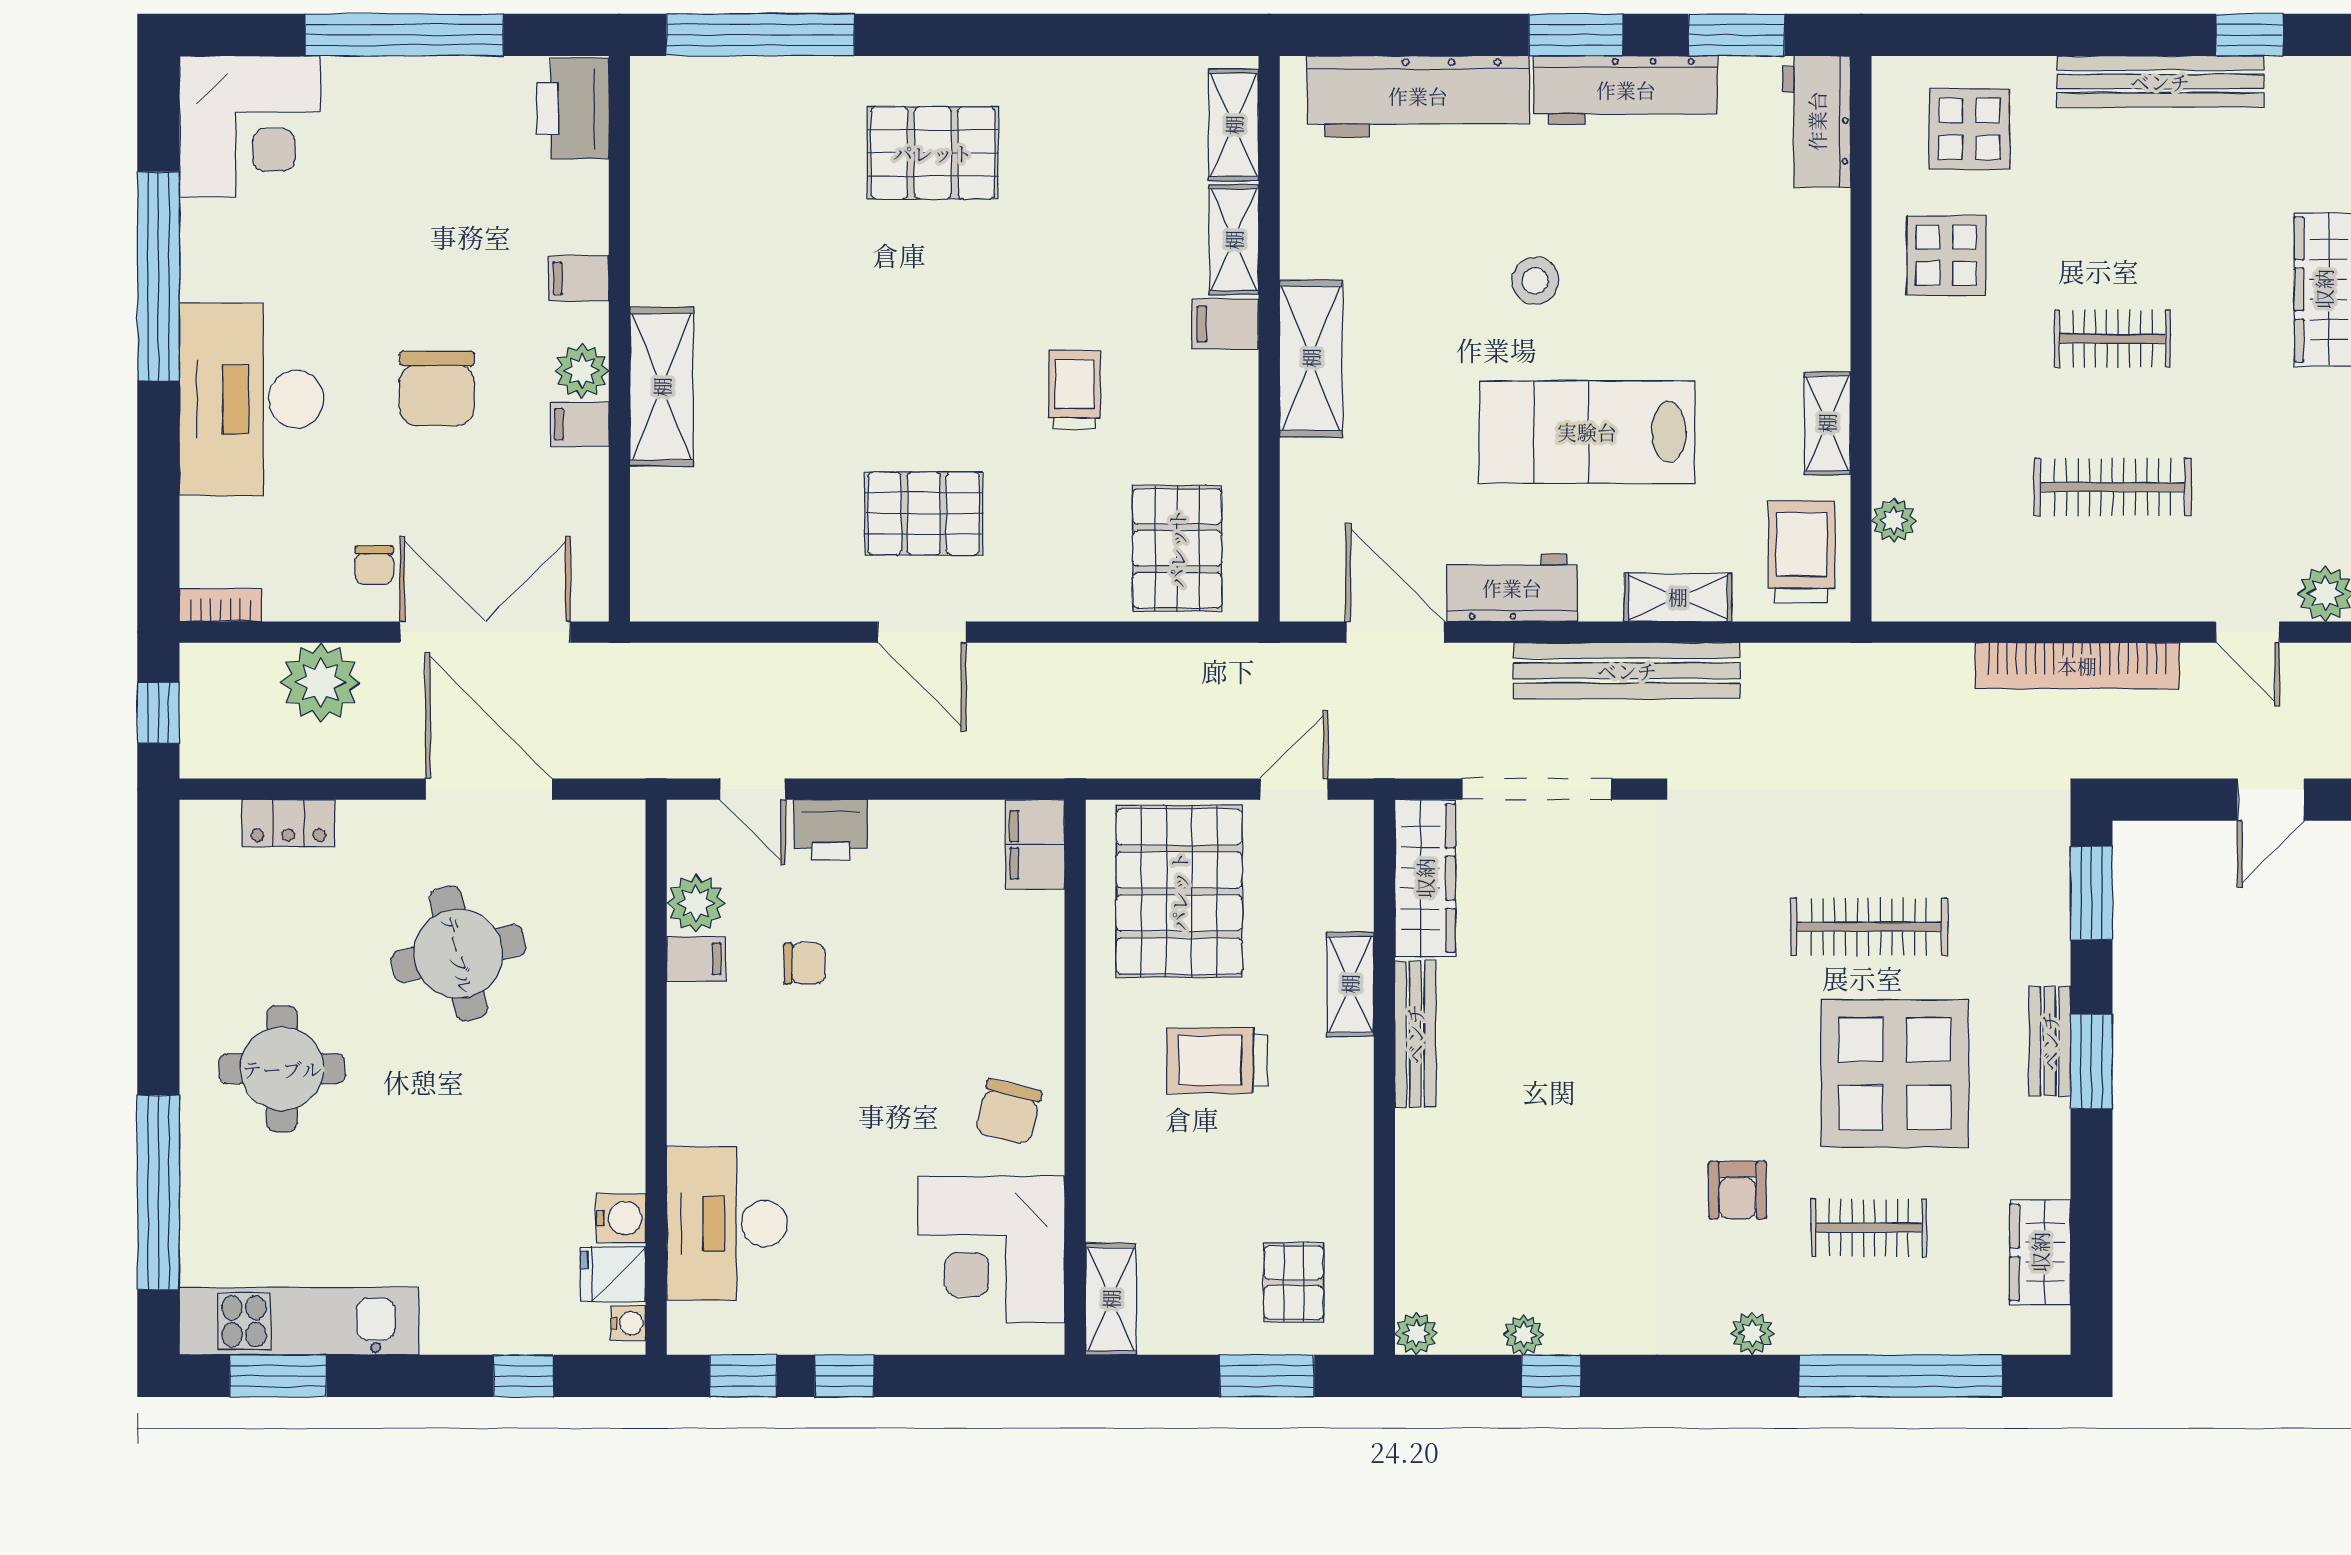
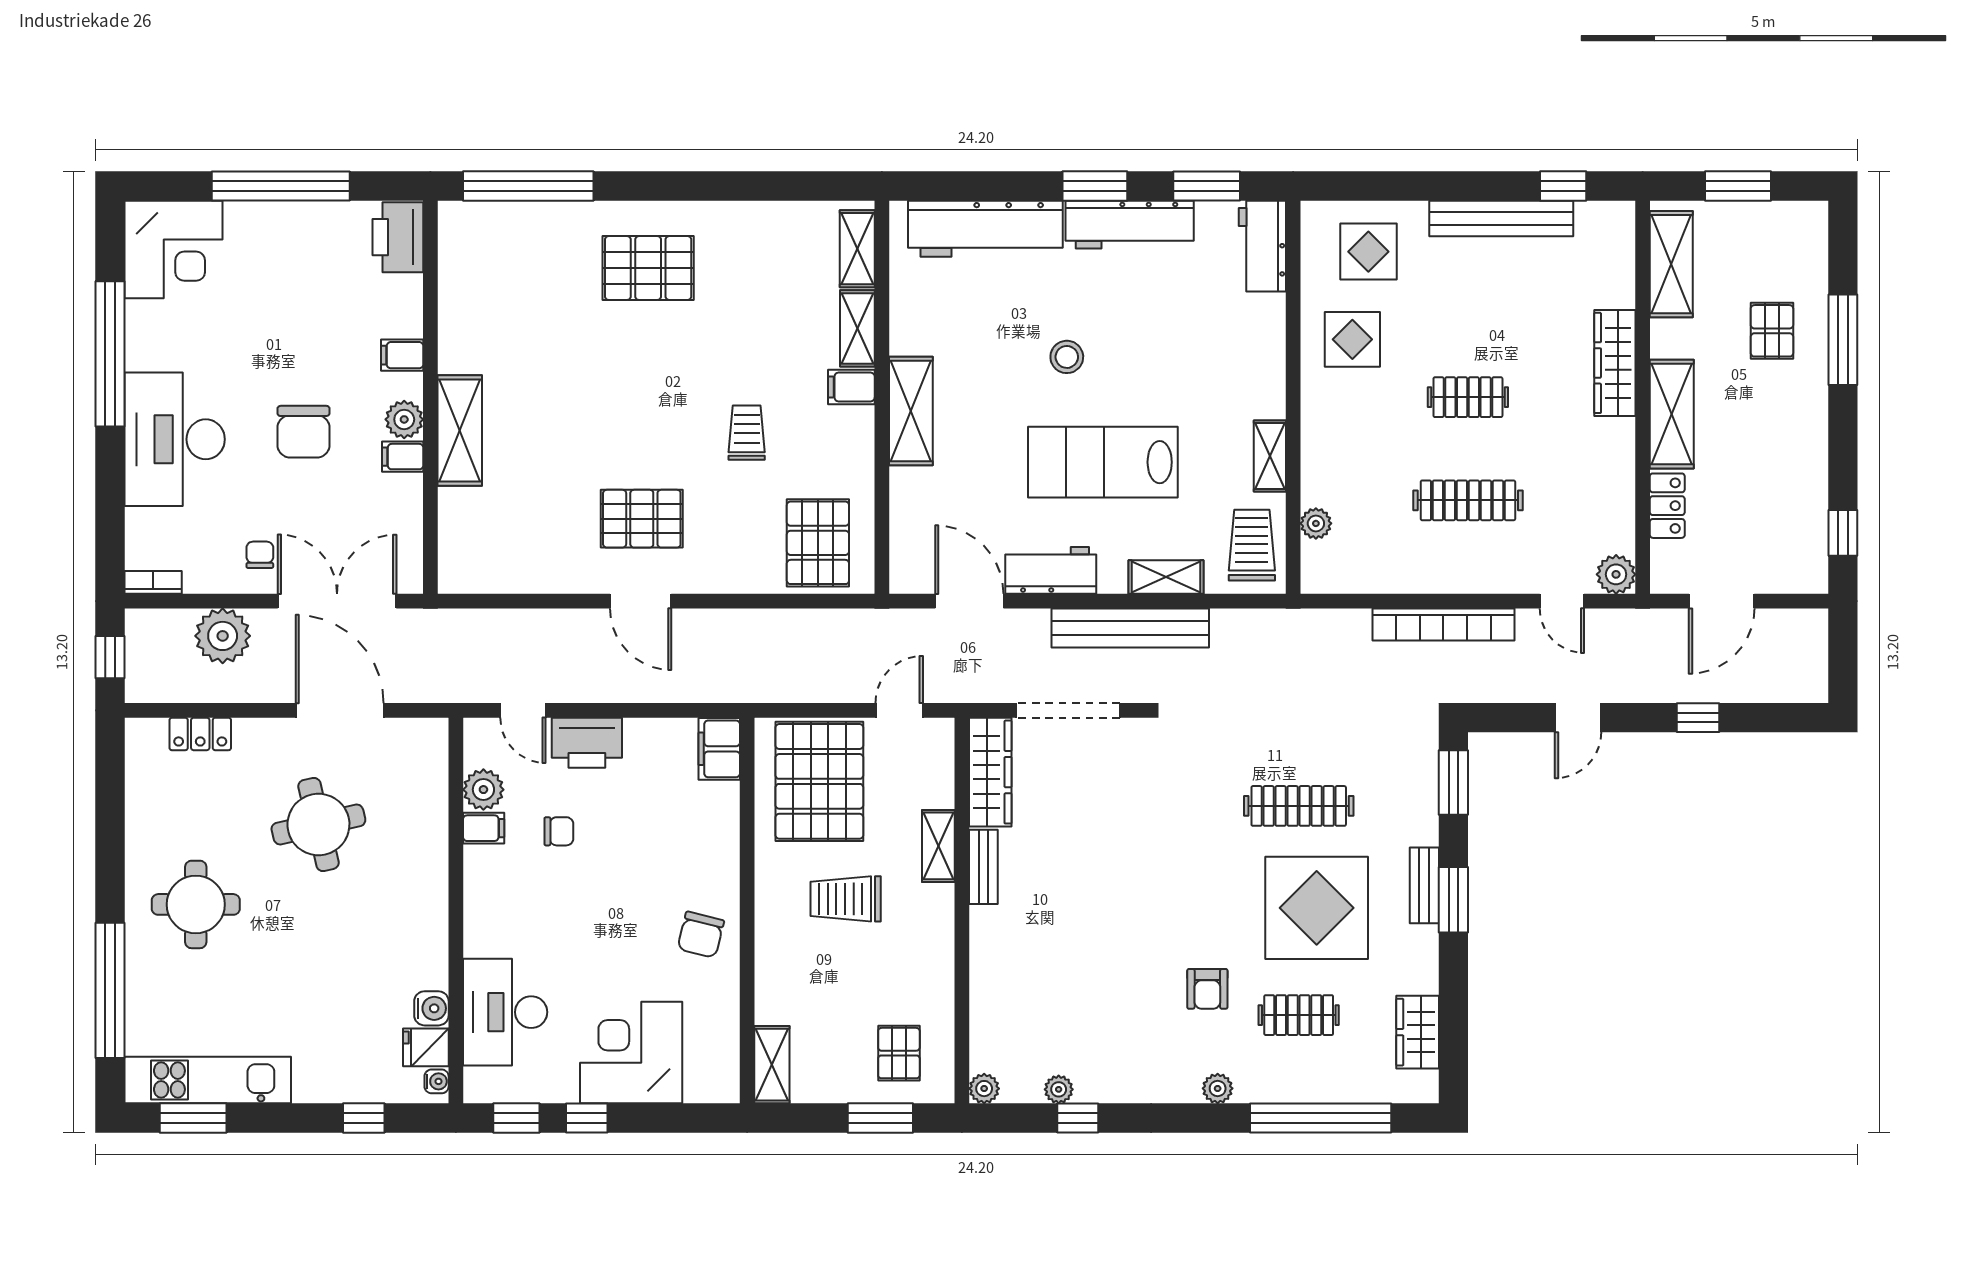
chair: (374, 565) -> (260, 555), turned 180
printer: (831, 830) -> (587, 743), width x1.37, depth x1.19
bench: (1415, 1034) -> (983, 867), width x0.73
corner desk: (991, 1249) -> (631, 1053), moved, turned 90

